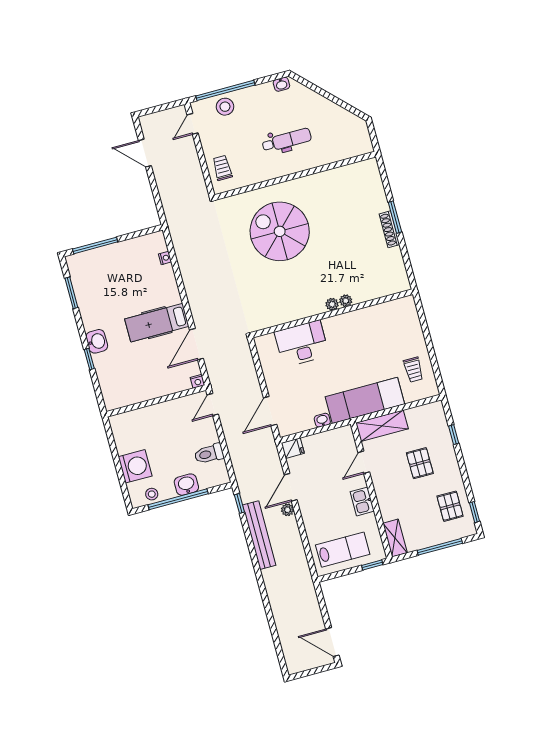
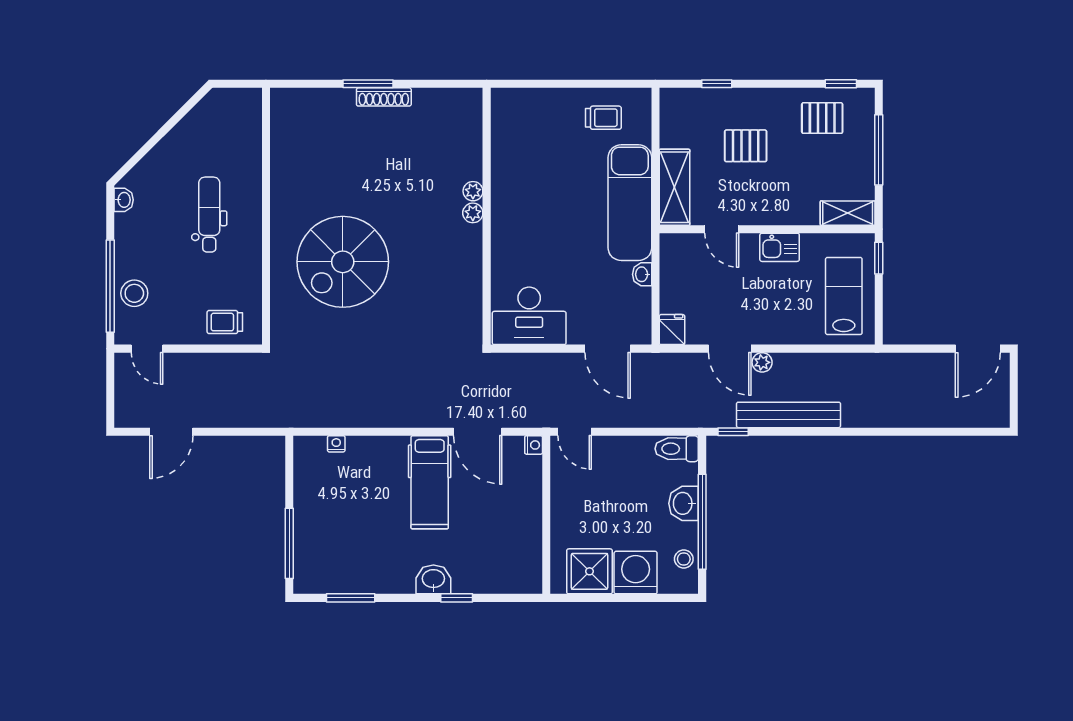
desk: (302, 344) -> (529, 316), moved, turned -90
shower: (128, 437) -> (589, 571), added
toilet: (209, 454) -> (677, 449), moved, turned 90

